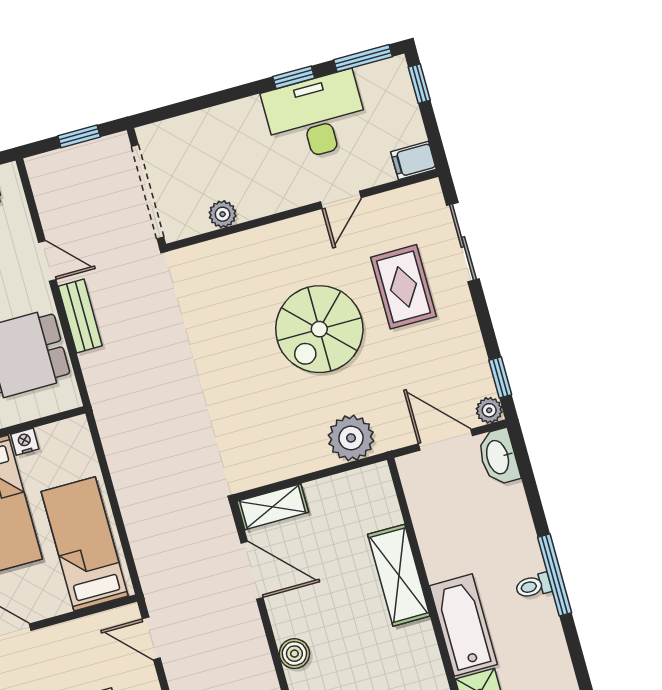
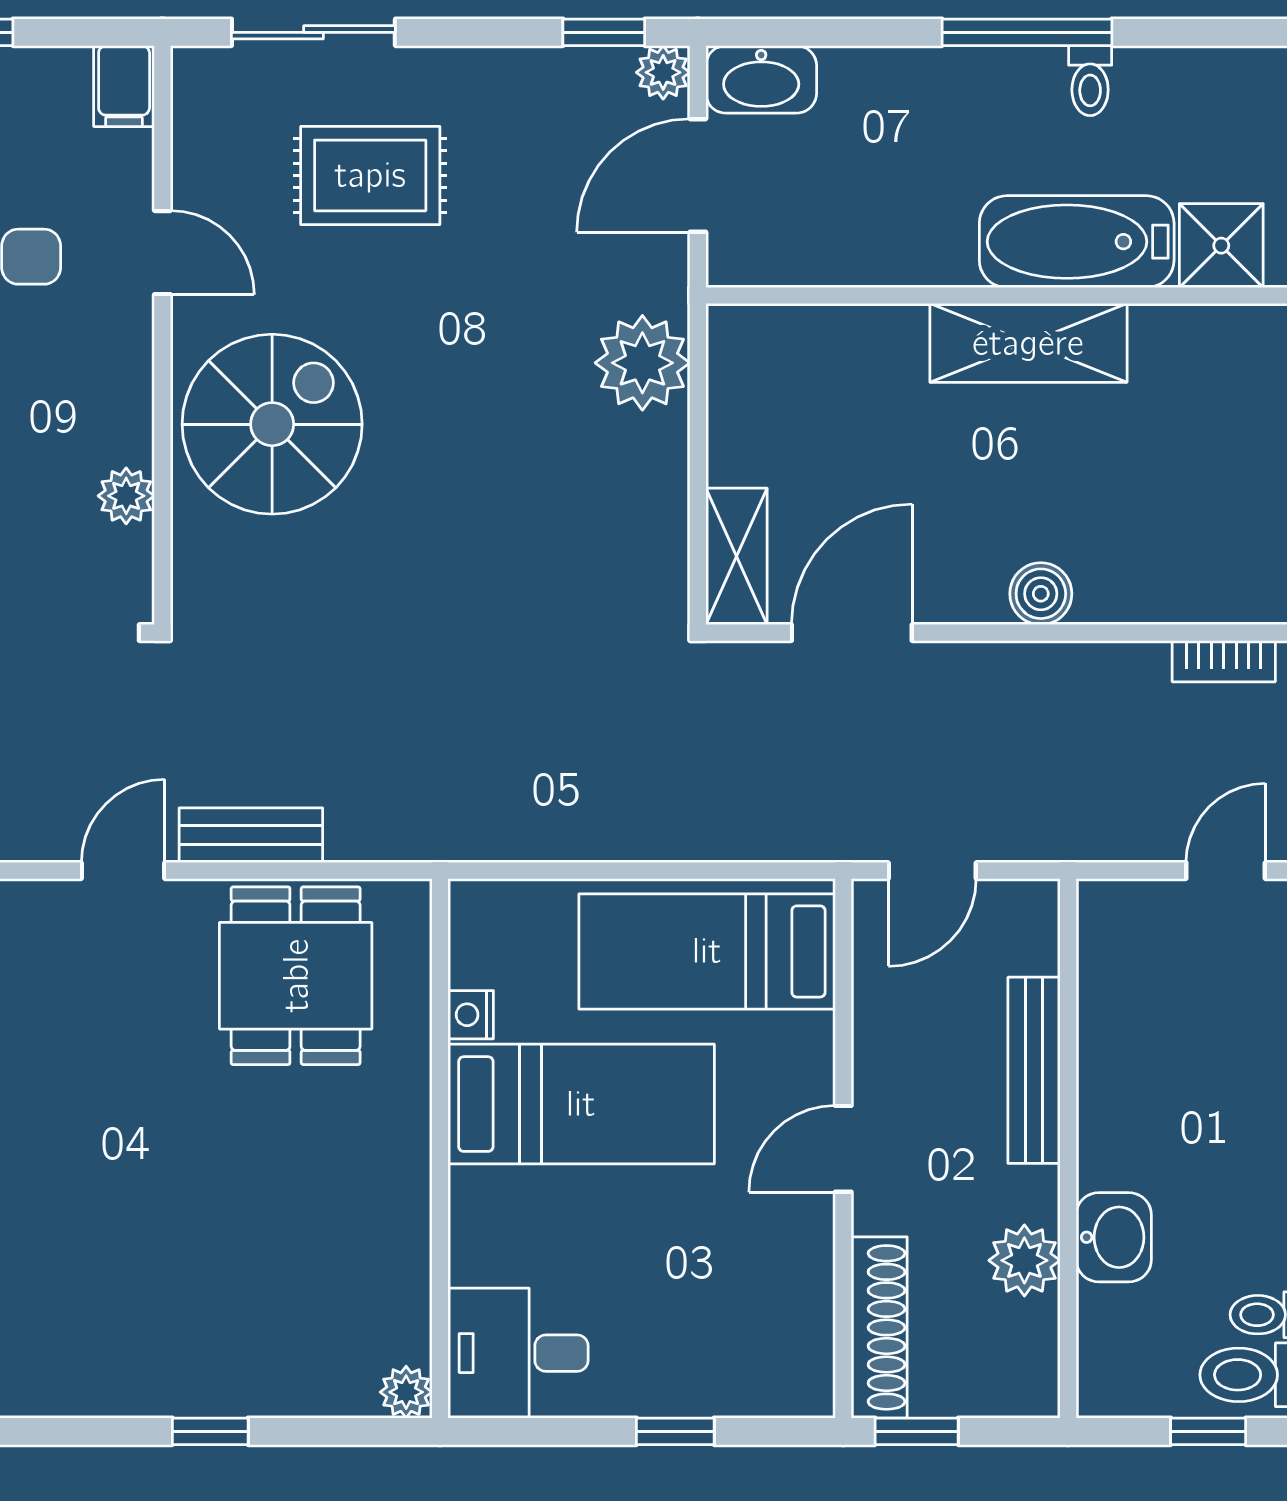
spiral stairs: (319, 329) -> (272, 424), moved, turned -90
shelving: (399, 575) -> (1028, 343), moved
toilet: (533, 586) -> (1090, 81), moved

